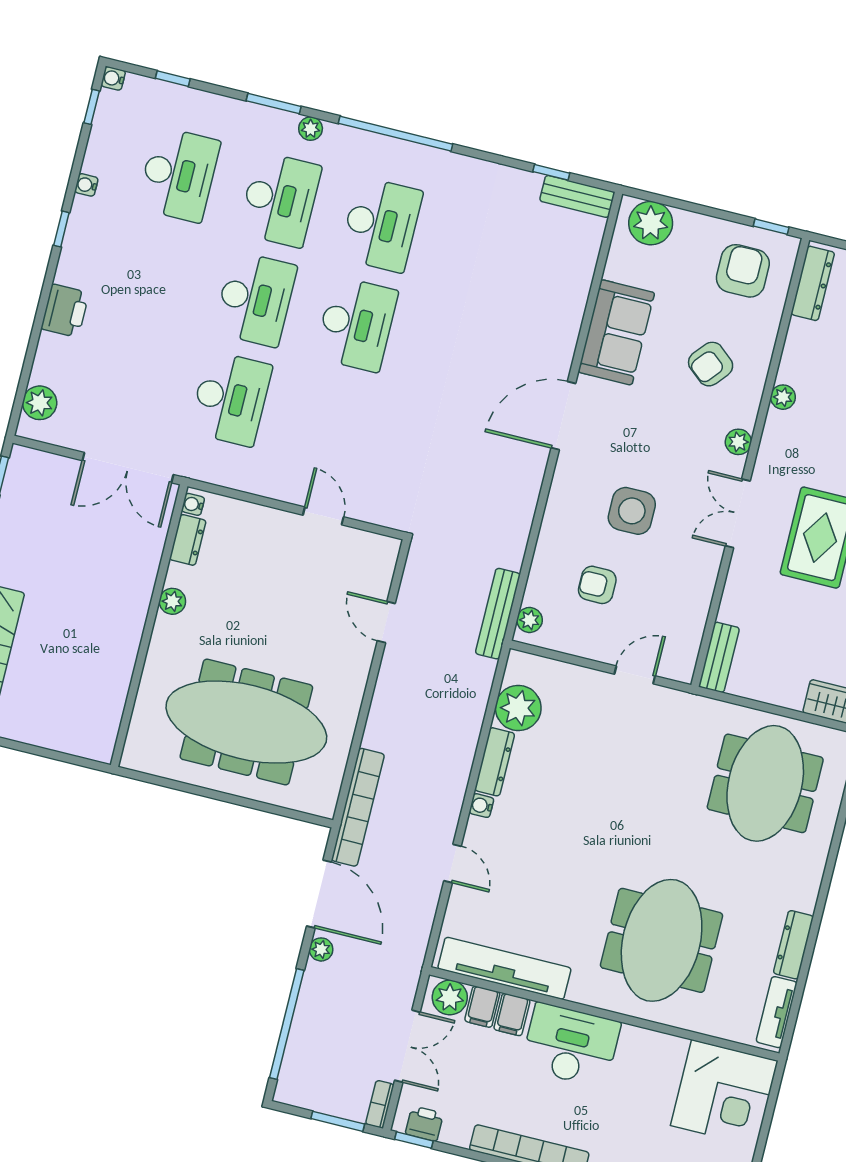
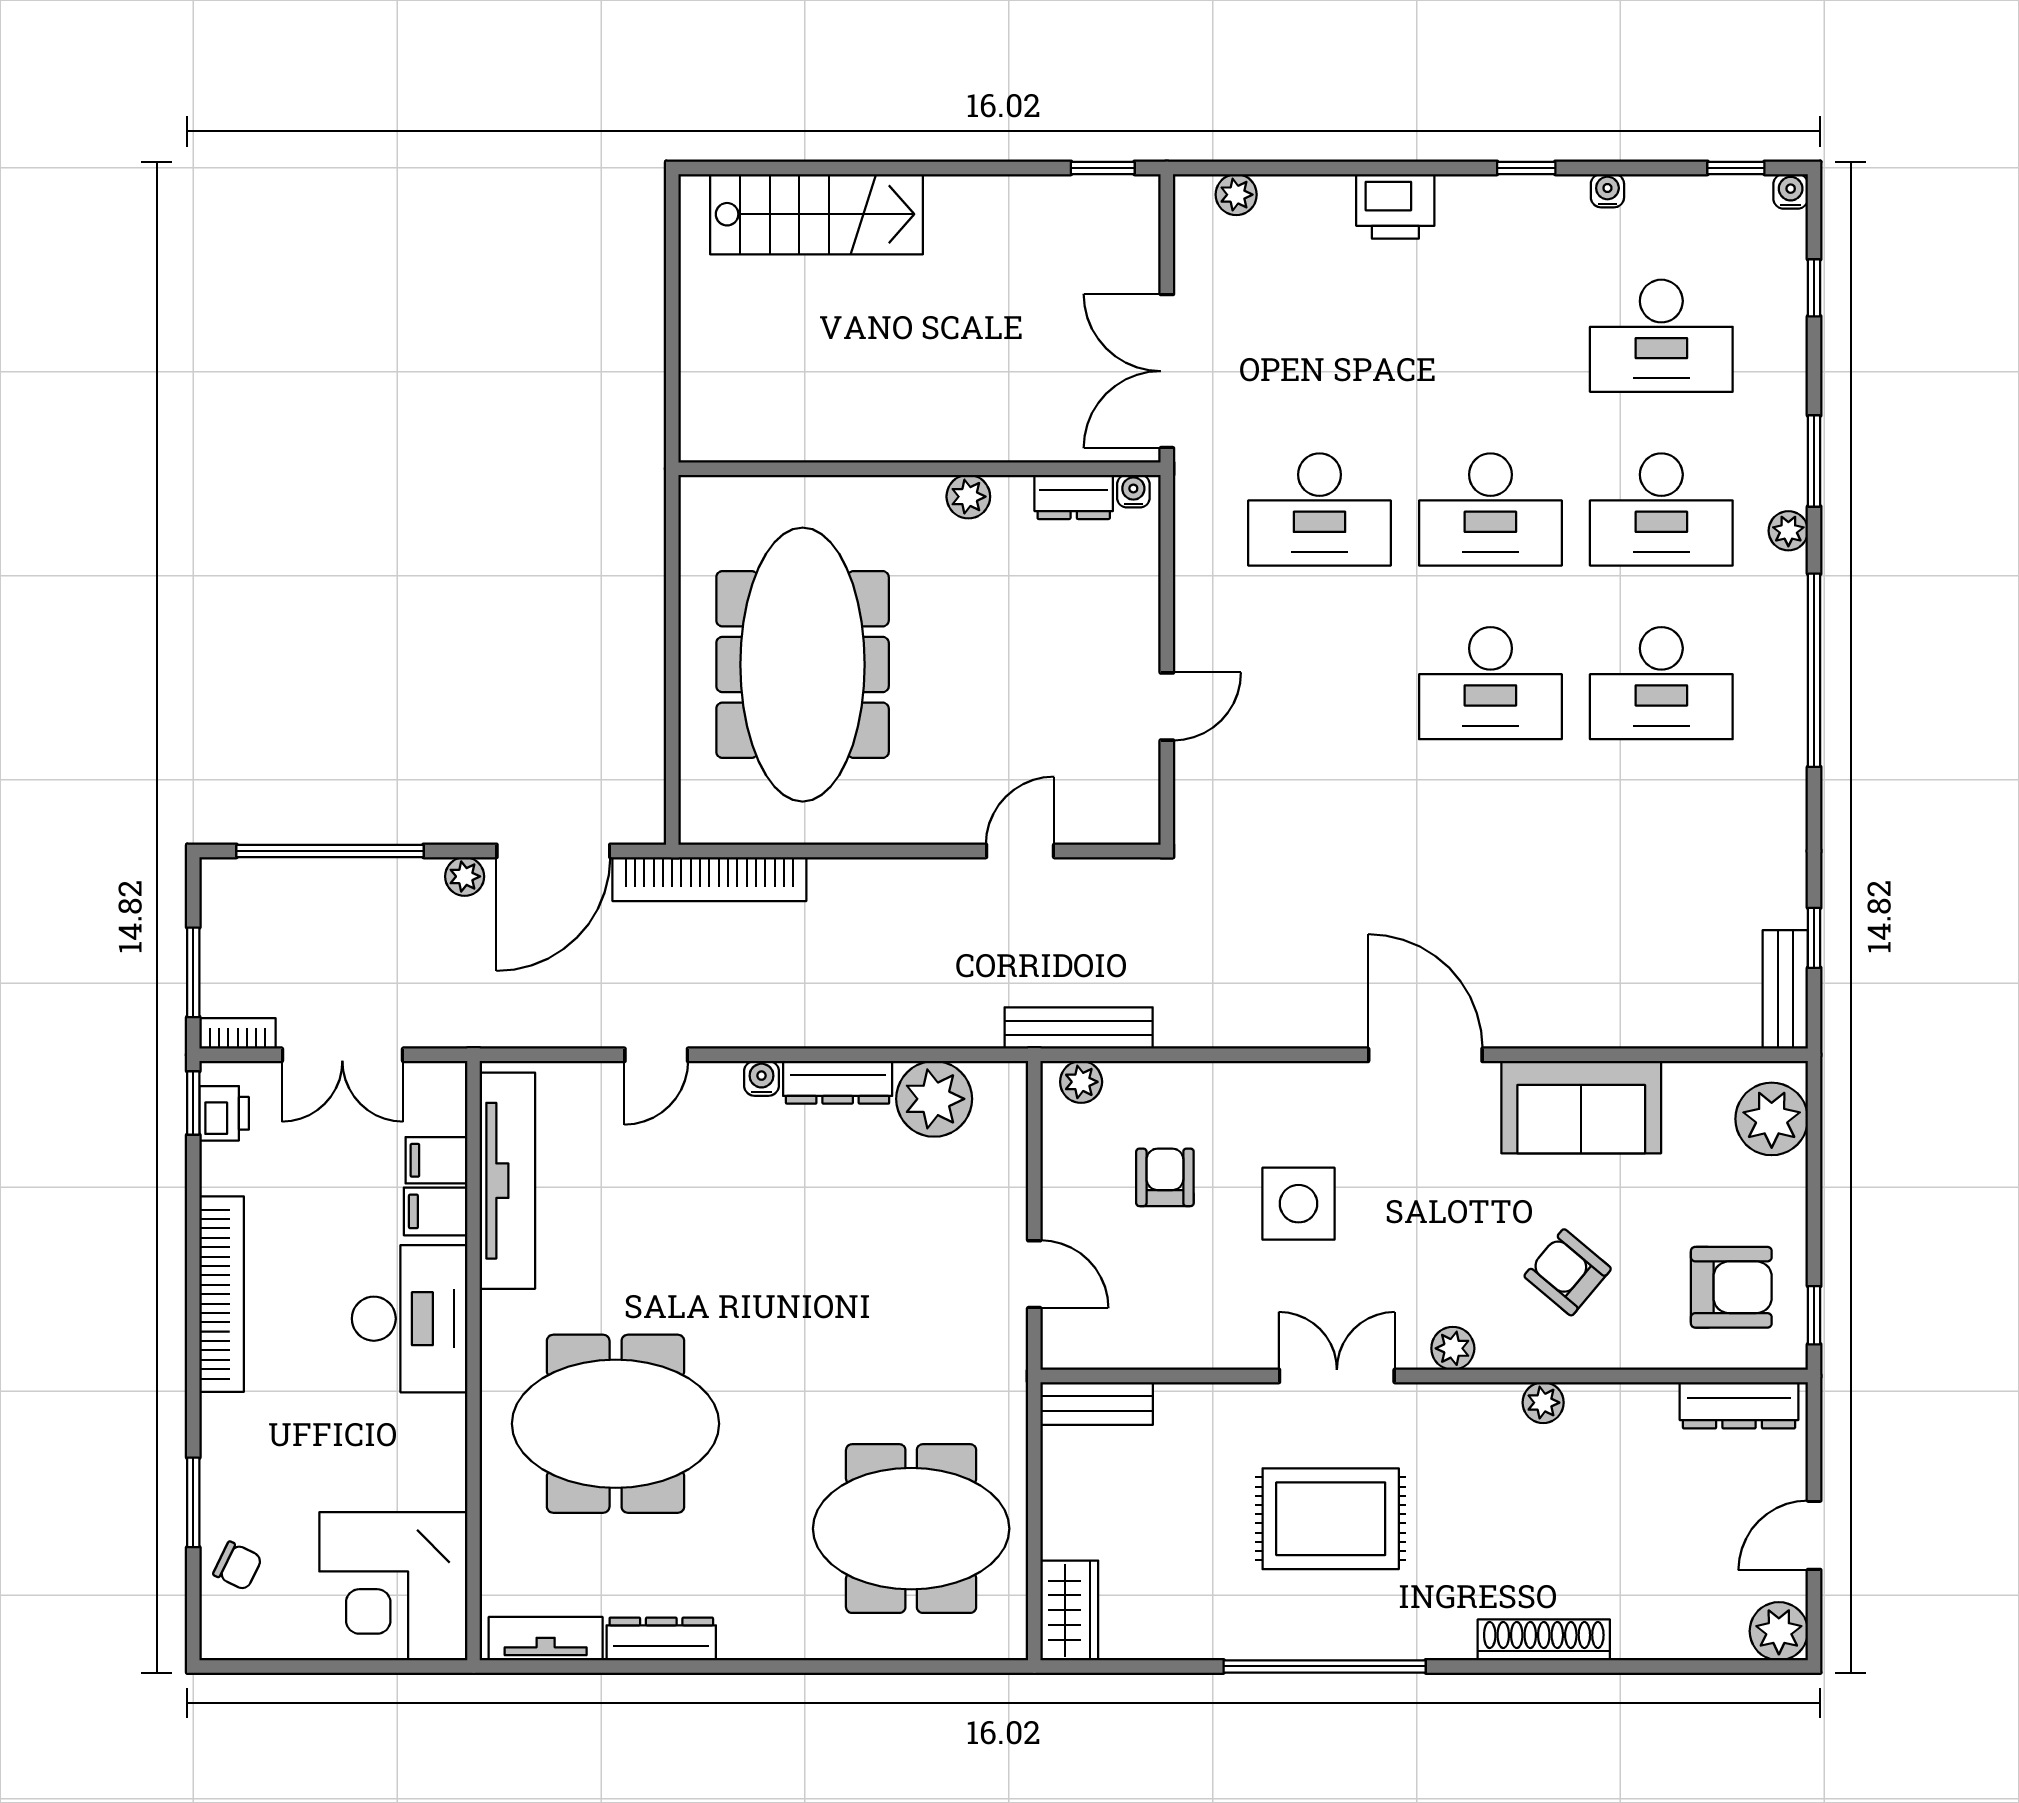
plant: (40, 403) -> (1236, 195), width x0.73, depth x0.73
plant: (450, 997) -> (438, 1104), removed

